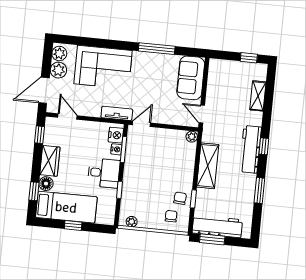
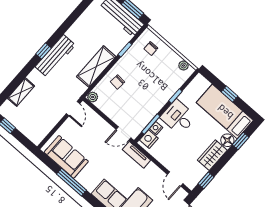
sofa: (191, 78) -> (66, 157), moved, turned -90
window: (259, 190) -> (71, 20), removed
chair: (180, 198) -> (117, 82), moved

